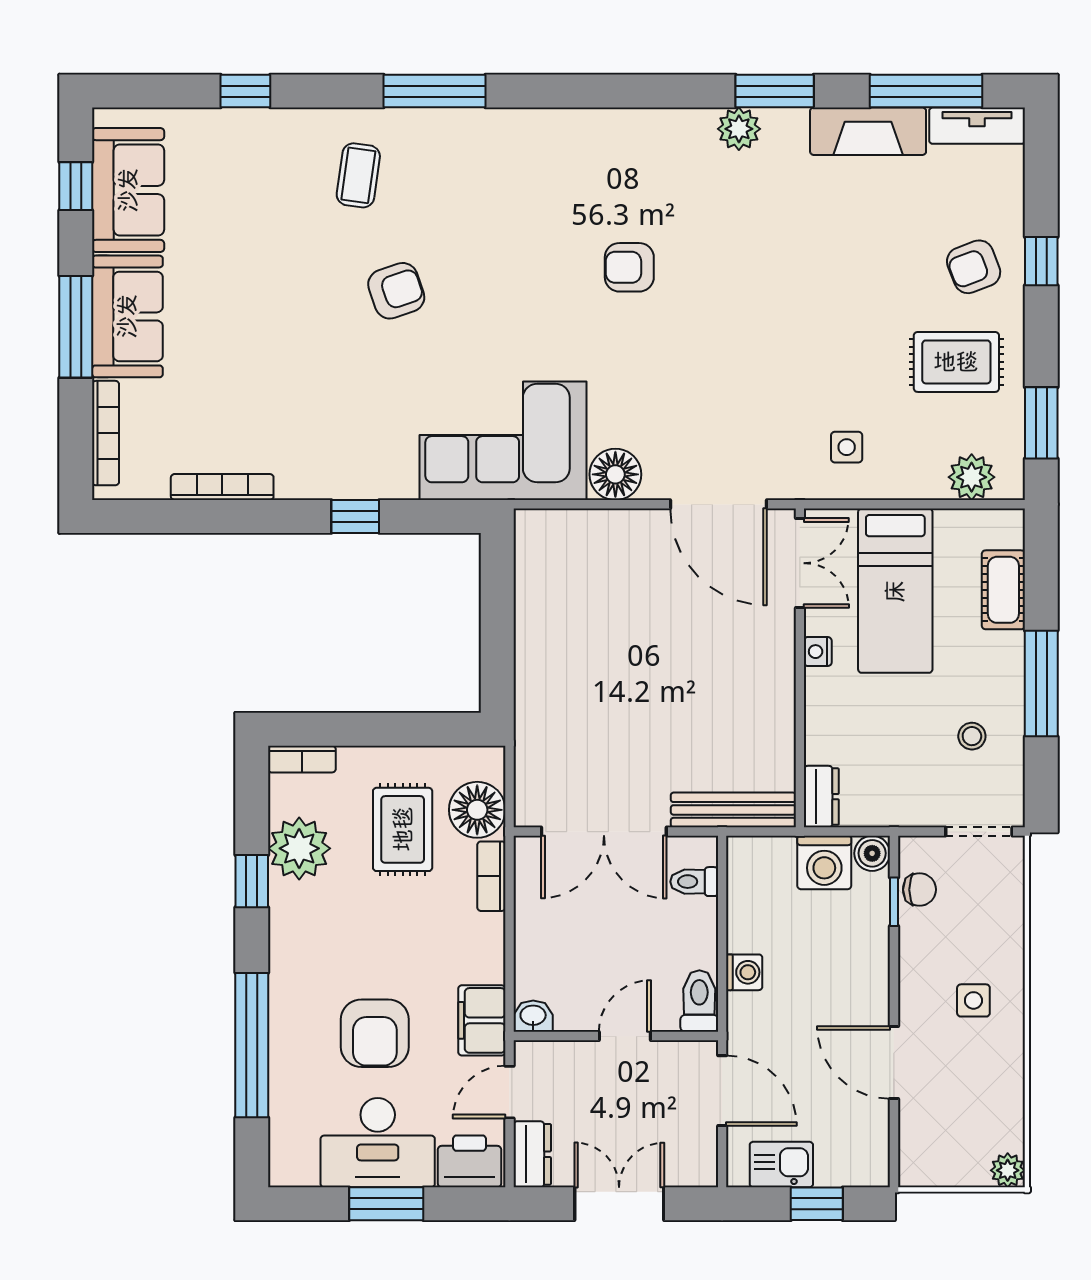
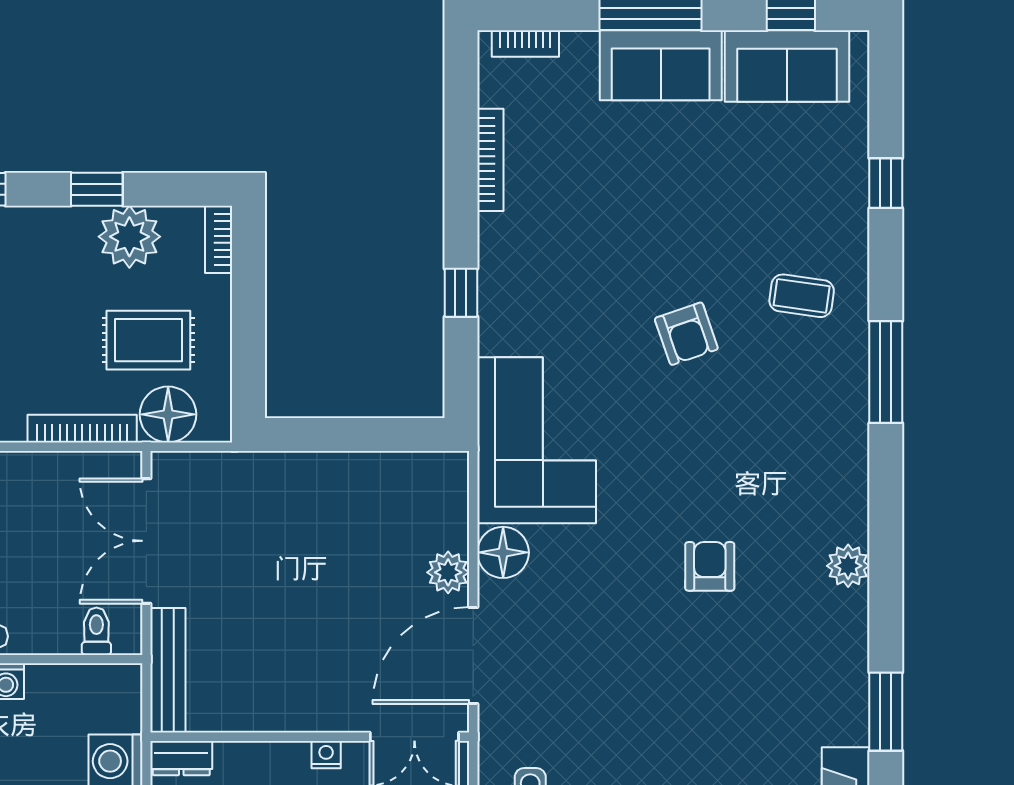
plant: (739, 129) -> (848, 566), moved
bookcase: (106, 433) -> (525, 43), width x0.64
plant: (635, 529) -> (448, 572), added
bookcase: (491, 876) -> (82, 429), width x1.56

